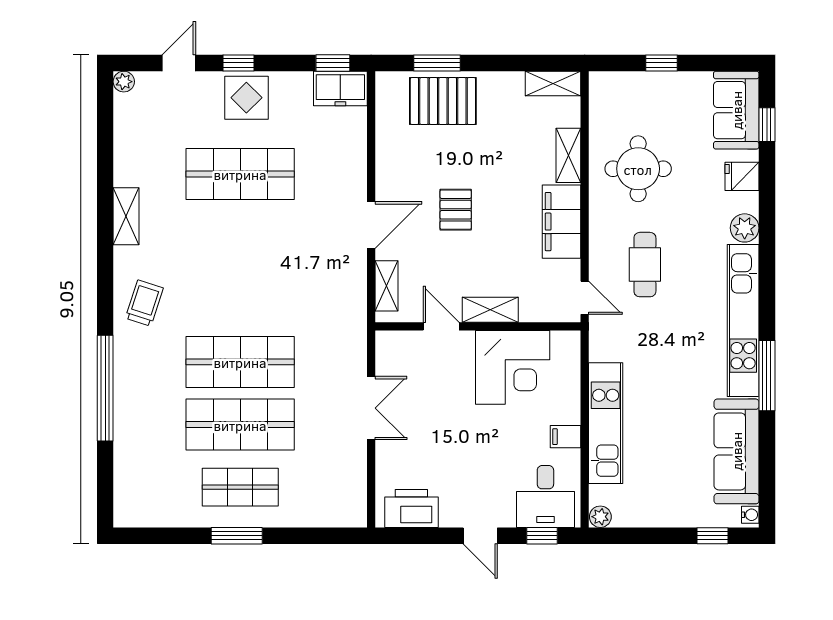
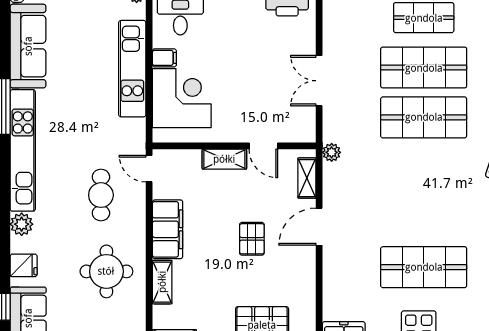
plant: (356, 318) -> (332, 152), added
corner desk: (513, 367) -> (182, 98), moved, turned 90

